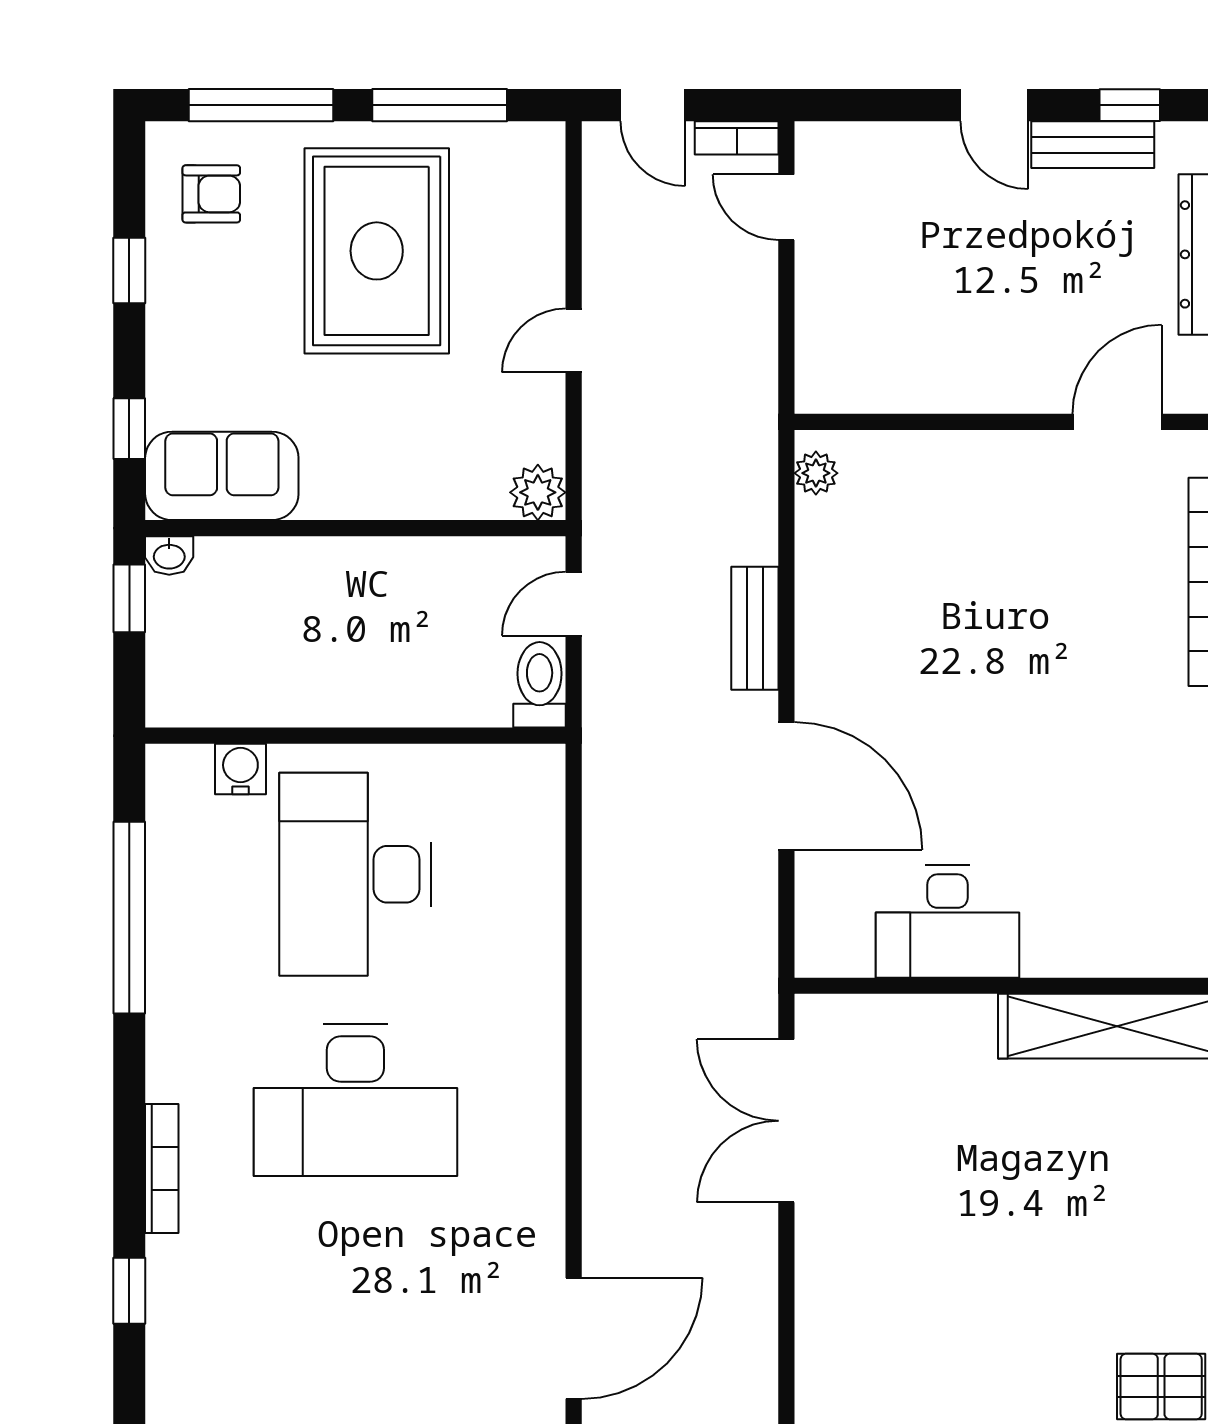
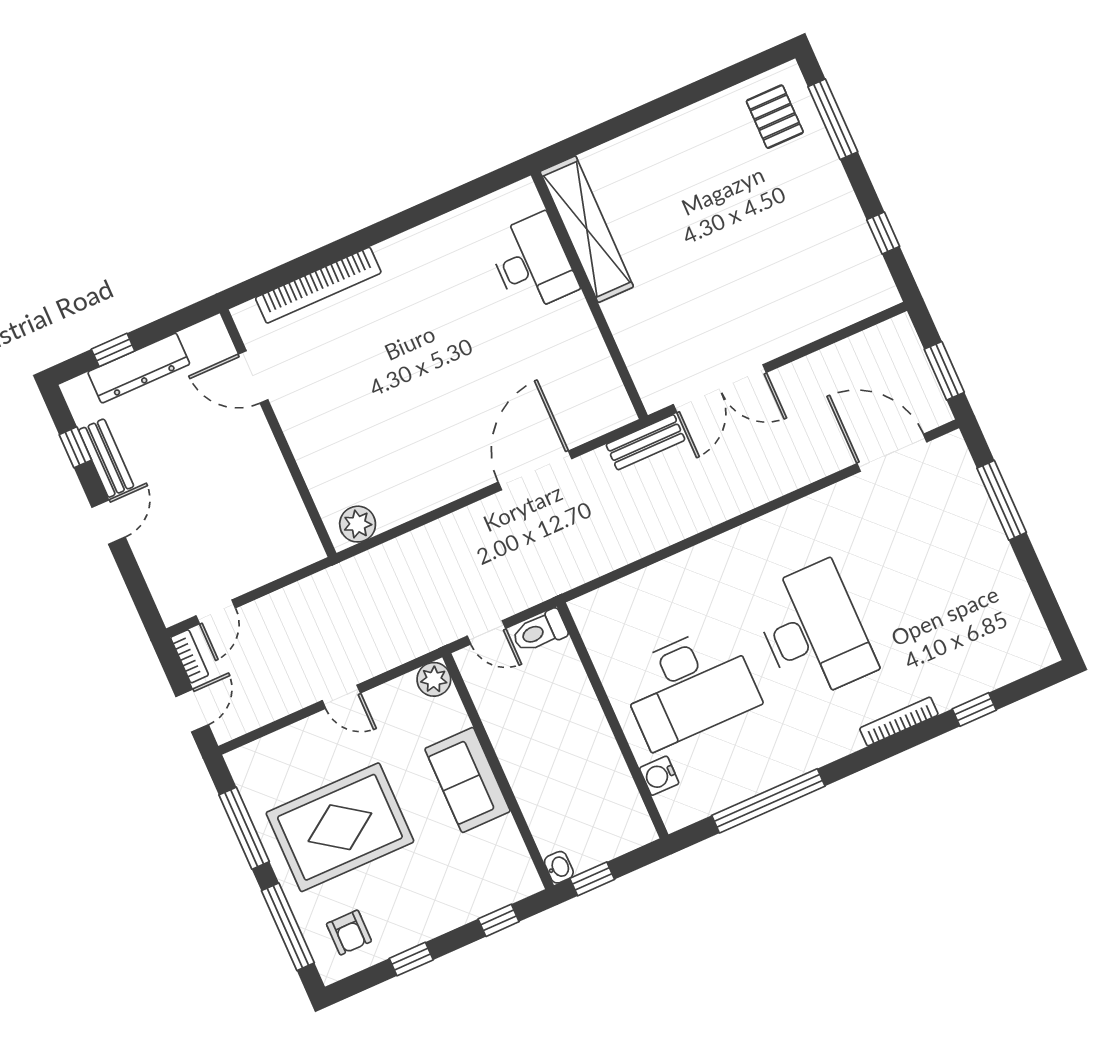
armchair: (211, 194) -> (349, 933), turned 180
plant: (816, 473) -> (358, 524), width x1.38, depth x1.38
sofa: (222, 476) -> (468, 780), moved
bench: (755, 628) -> (646, 442), moved
desk: (947, 921) -> (533, 263), moved

